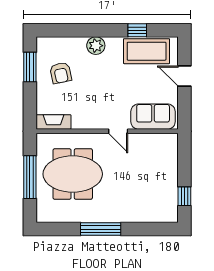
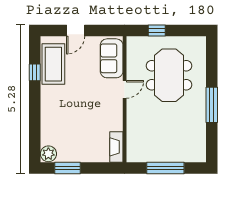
plant: (96, 46) -> (48, 154), moved
armchair: (61, 73) -> (73, 140), removed
meeting table: (73, 174) -> (169, 75), moved
window: (184, 196) -> (157, 30), moved

